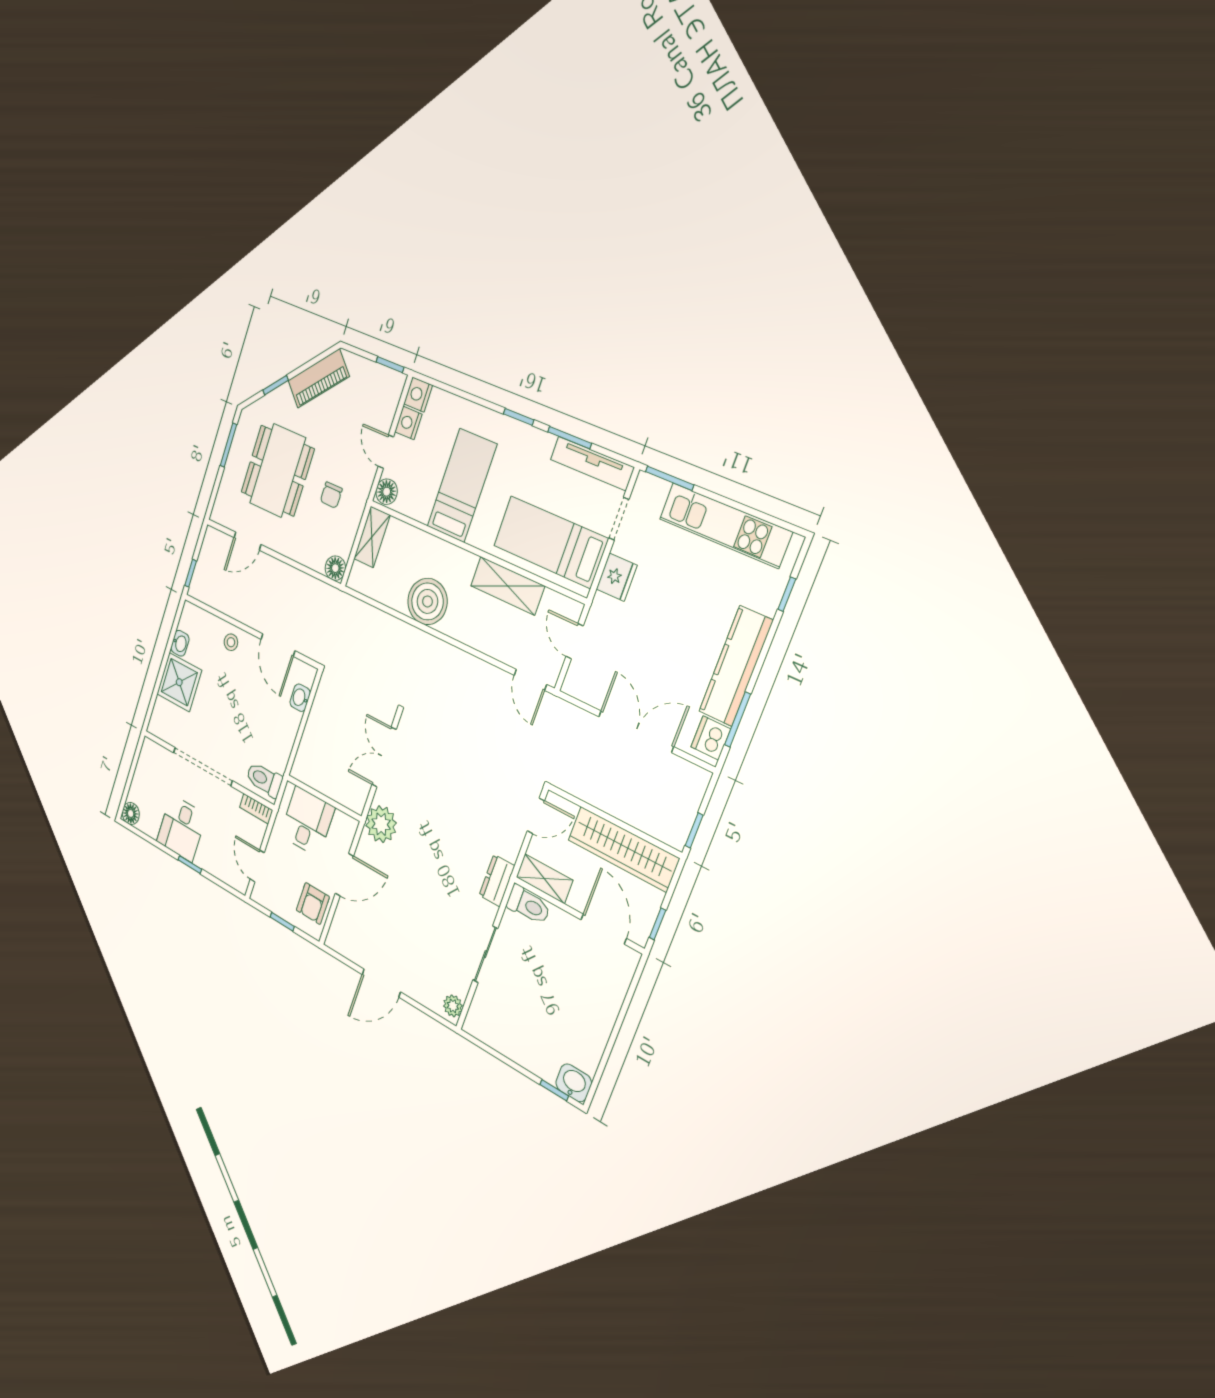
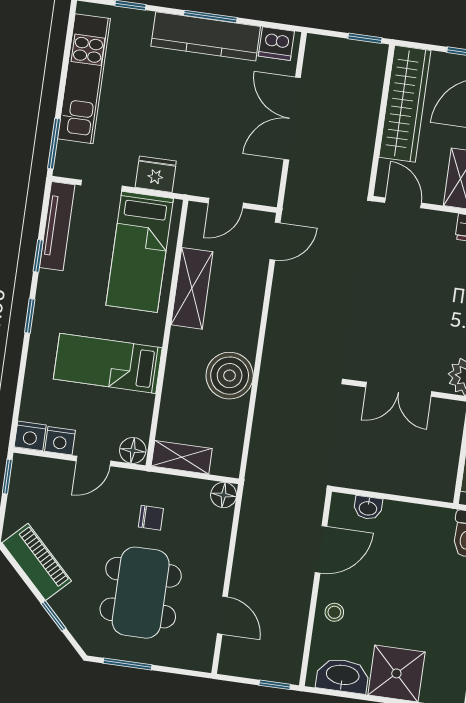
window: (570, 438) -> (38, 256), width x0.67
dining table: (277, 471) -> (141, 593), turned 90
washbasin: (180, 643) -> (343, 676), width x1.91, depth x1.45
window: (738, 719) -> (210, 16), moved

